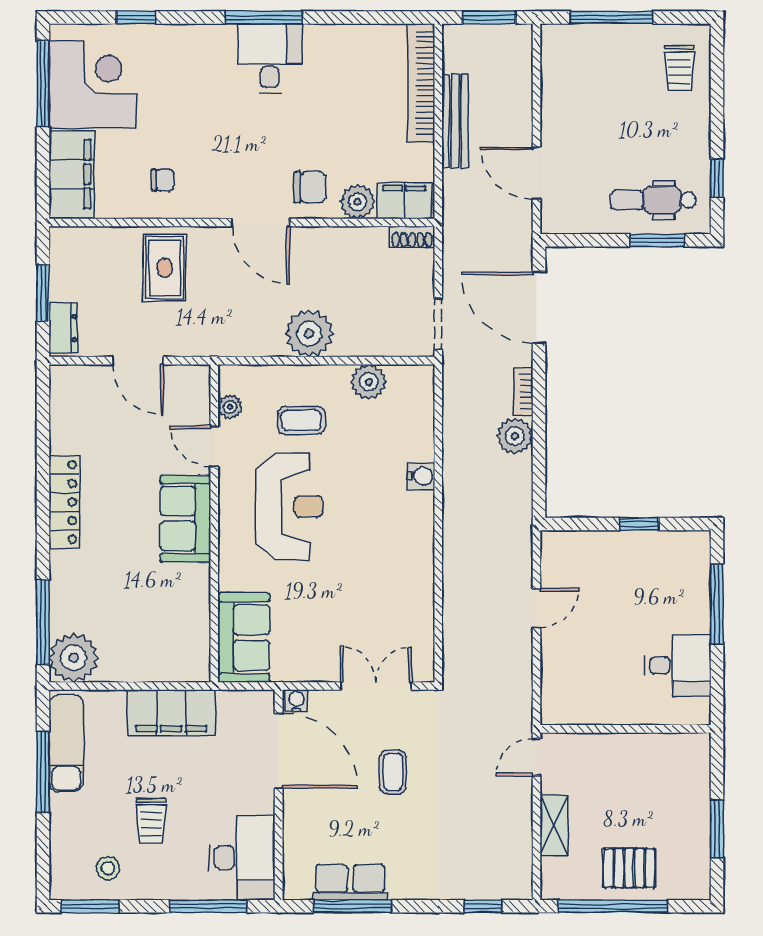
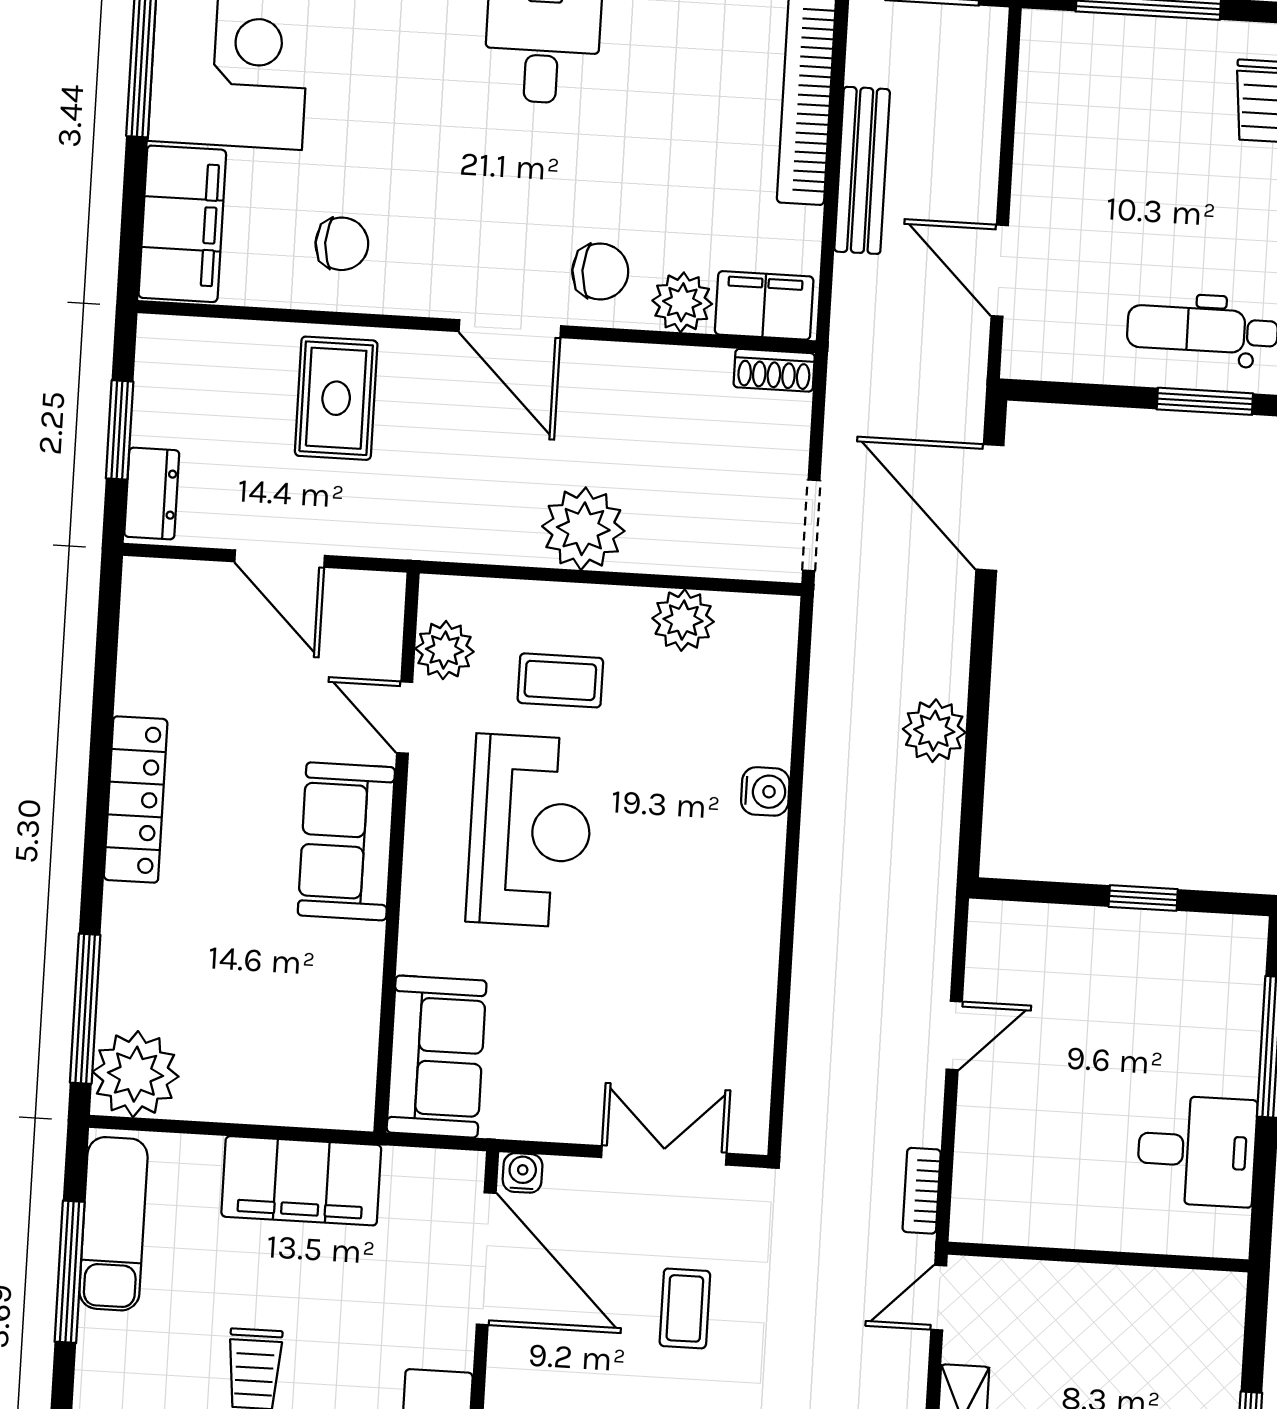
chair: (163, 180) -> (342, 244), width x1.37, depth x1.37
bookcase: (523, 392) -> (922, 1191), moved
plant: (230, 407) -> (445, 650), width x1.38, depth x1.38

